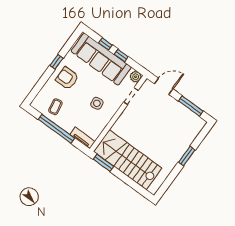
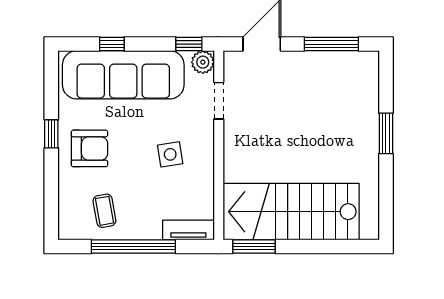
window: (121, 55) -> (189, 44), moved
armchair: (67, 78) -> (90, 148), turned 180

